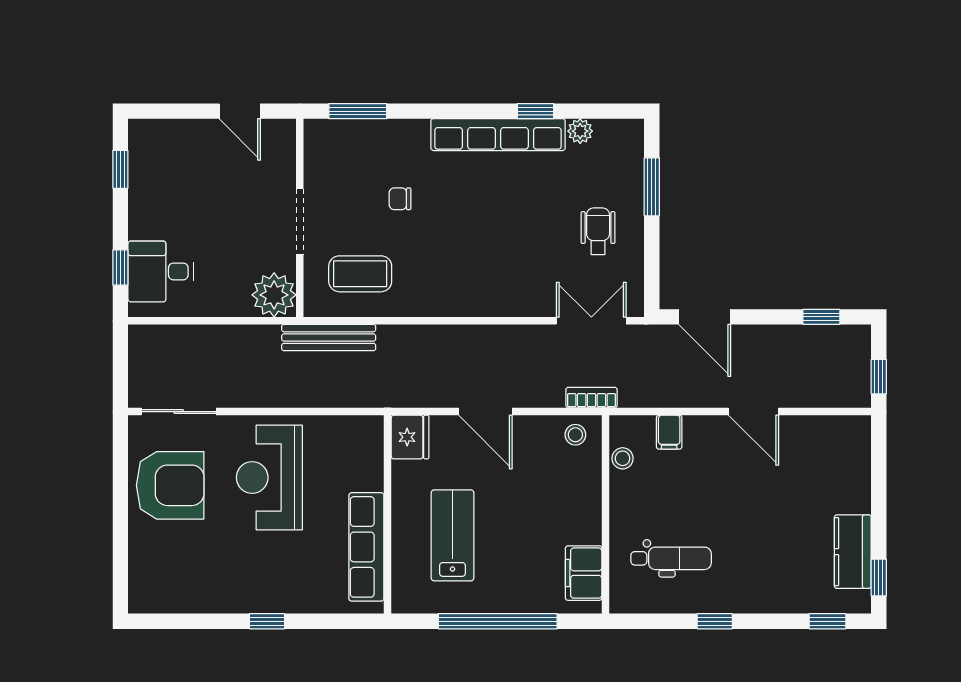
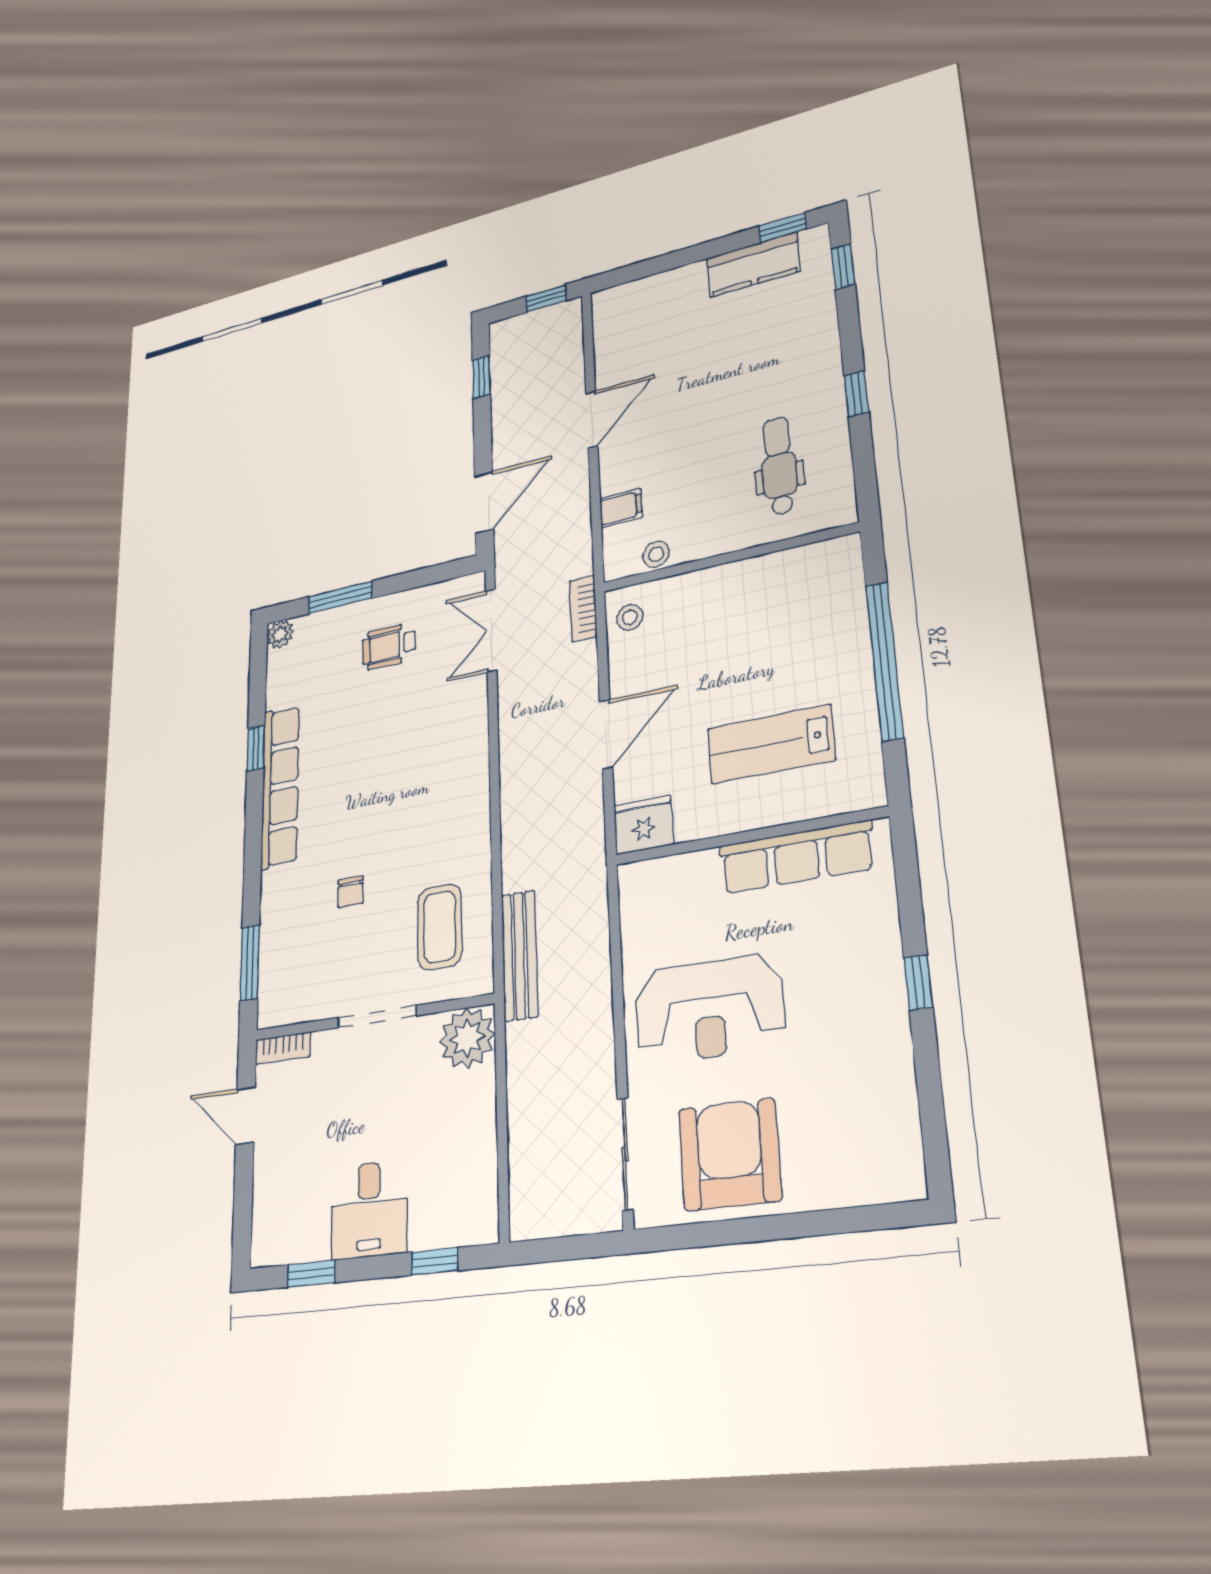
door: (240, 111) -> (245, 1116), swing flipped
plant: (580, 131) -> (280, 634), moved
bookcase: (287, 142) -> (283, 1048), added
desk: (161, 271) -> (369, 1210), moved
filing cabinet: (584, 573) -> (808, 566), removed

